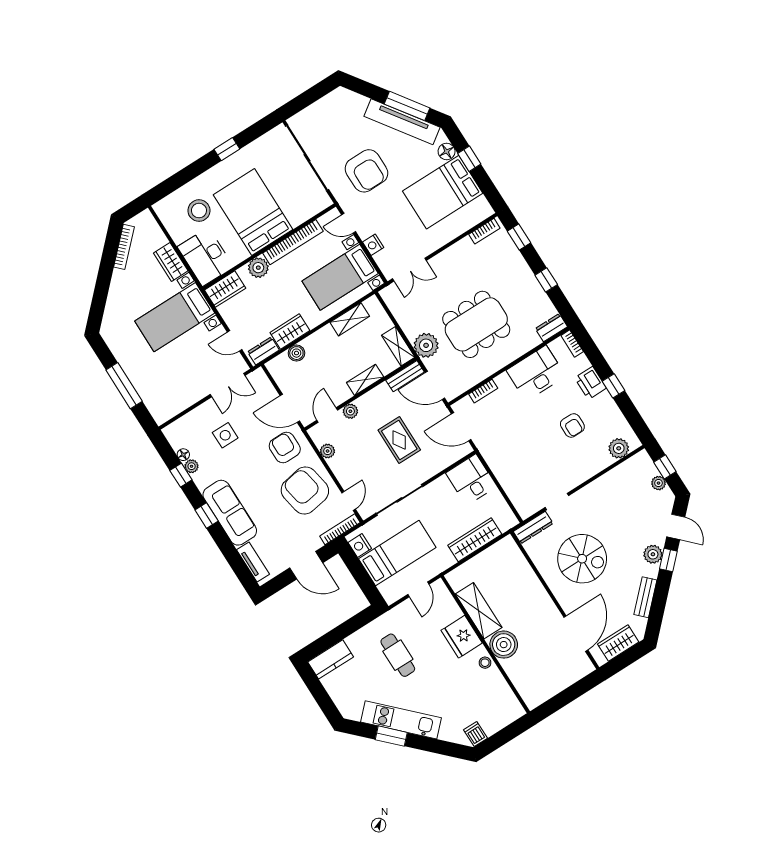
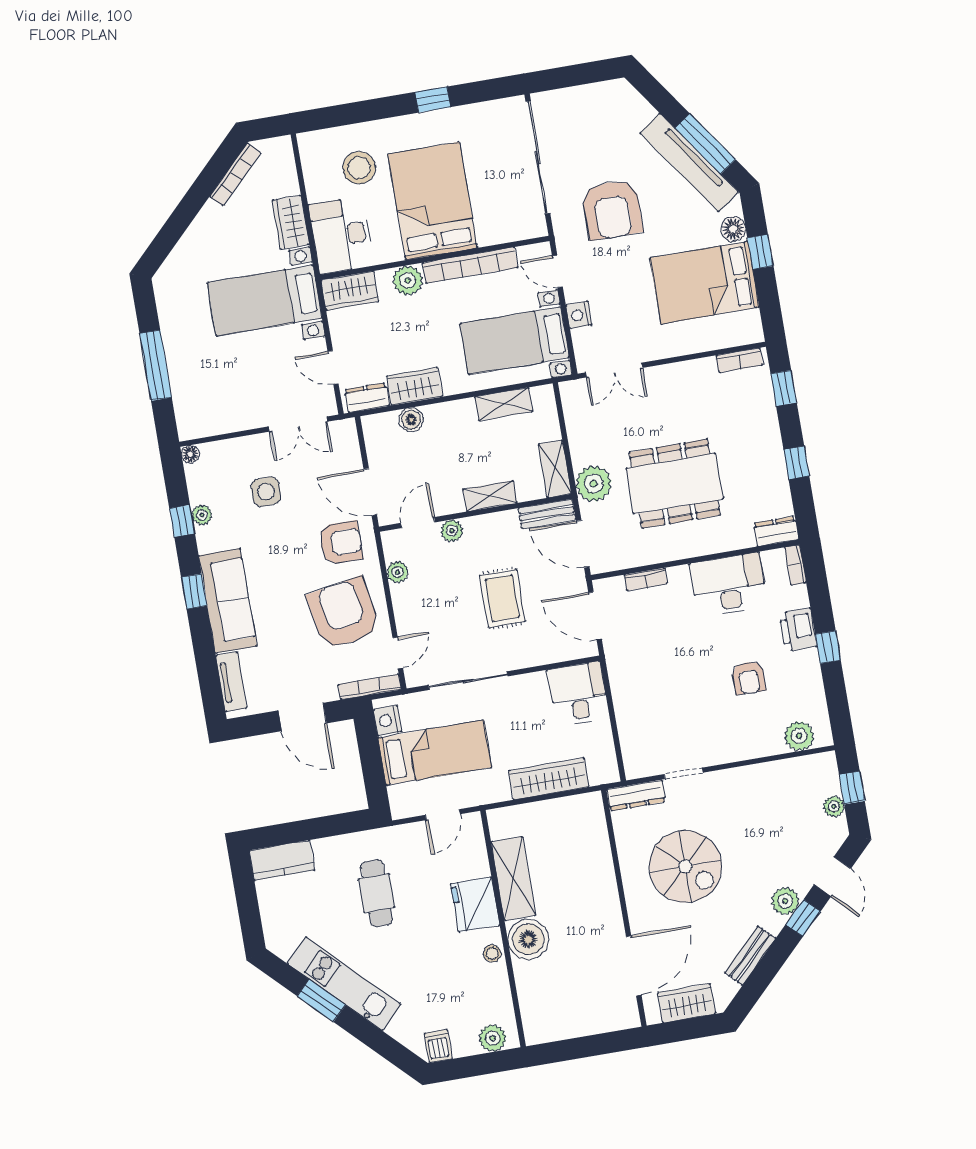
armchair: (285, 447) -> (341, 543), turned 90
floor lamp: (183, 455) -> (190, 454), moved
plant: (507, 715) -> (493, 1038), added

